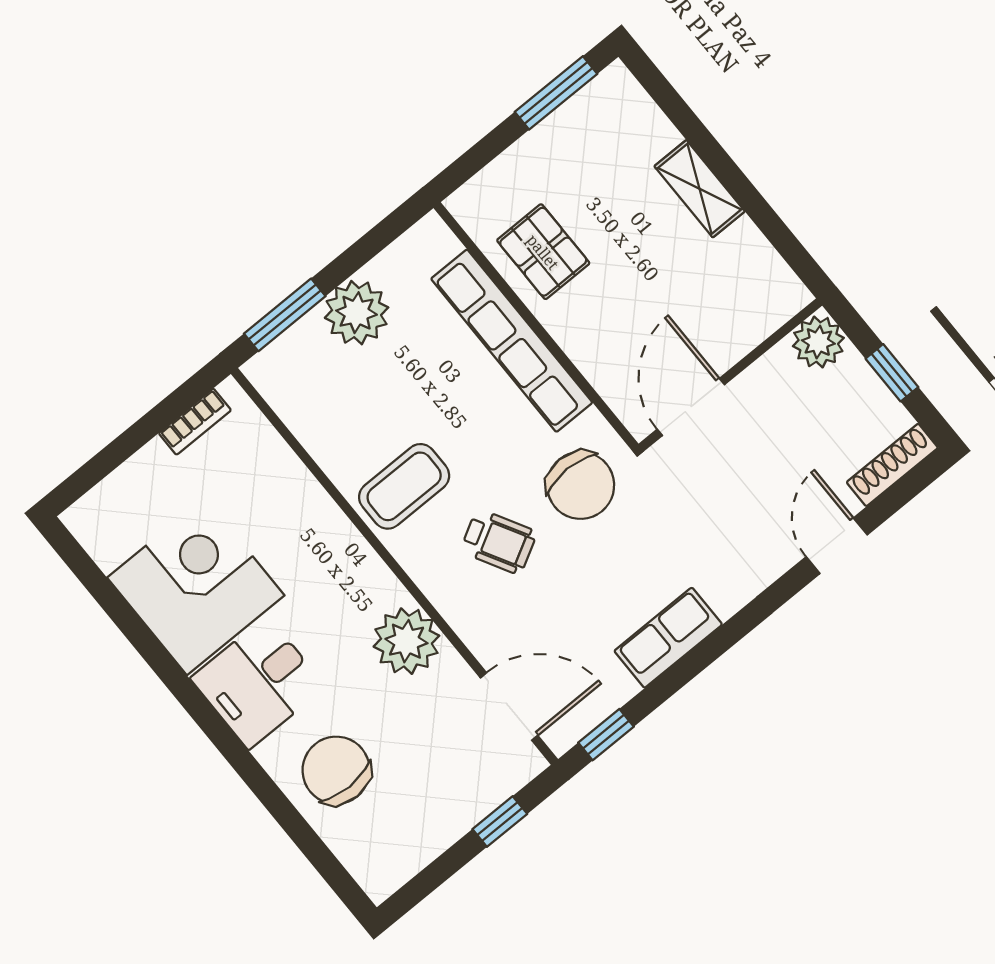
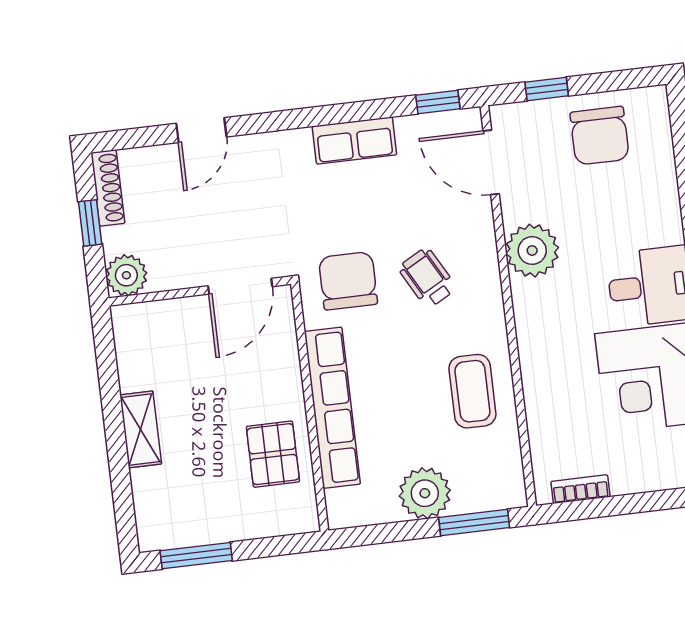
shoe rack: (892, 465) -> (108, 188), moved, turned -90
coffee table: (404, 486) -> (472, 391), moved, turned 90
chair: (336, 770) -> (600, 136), moved

